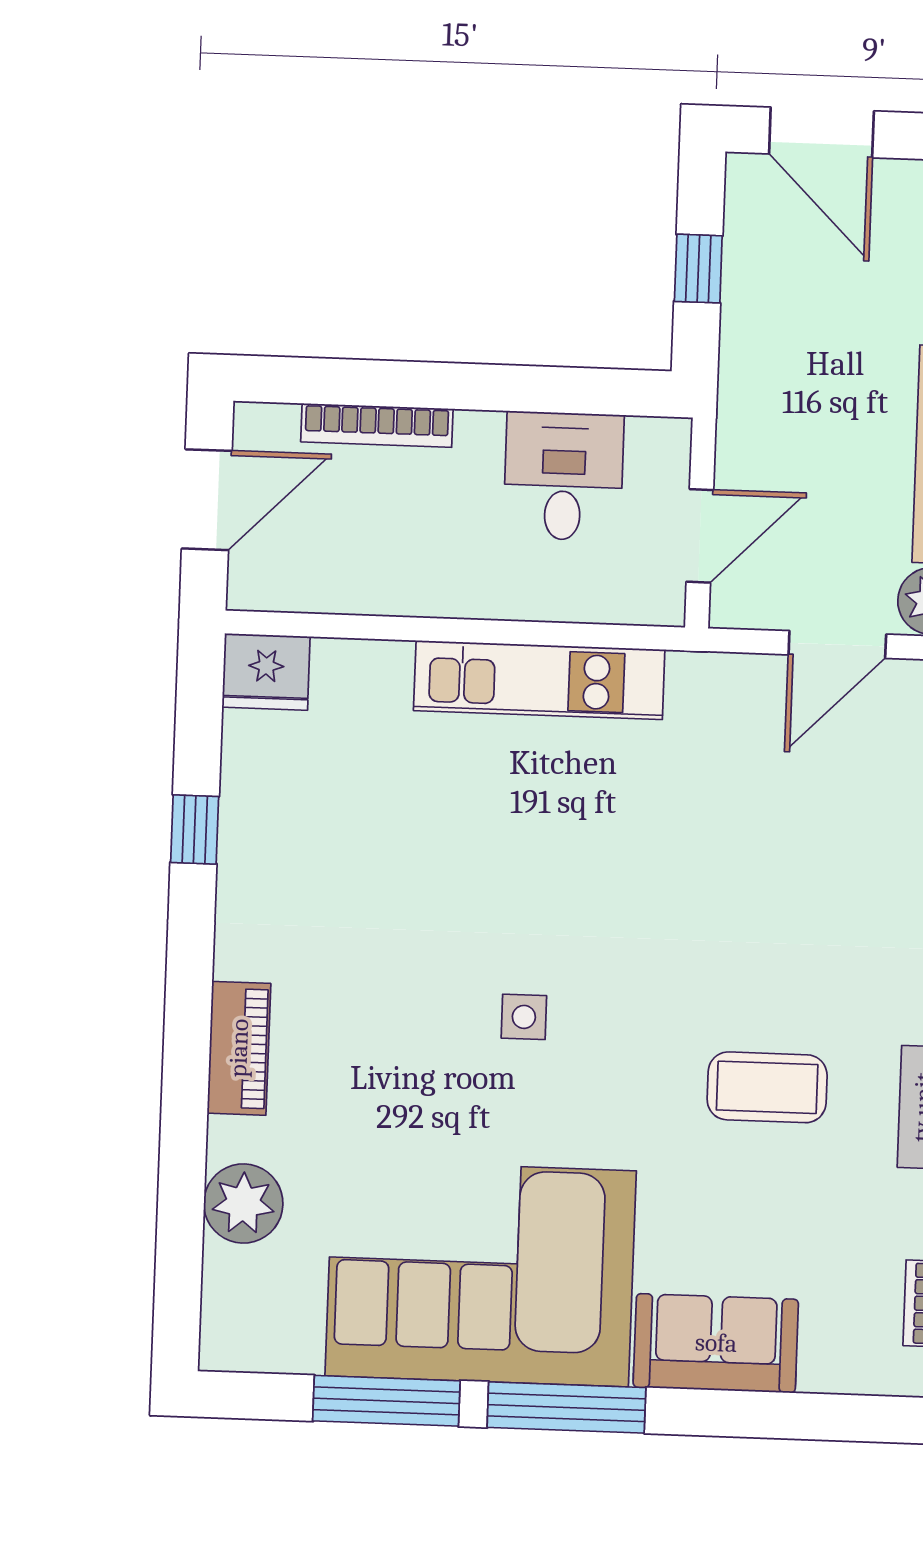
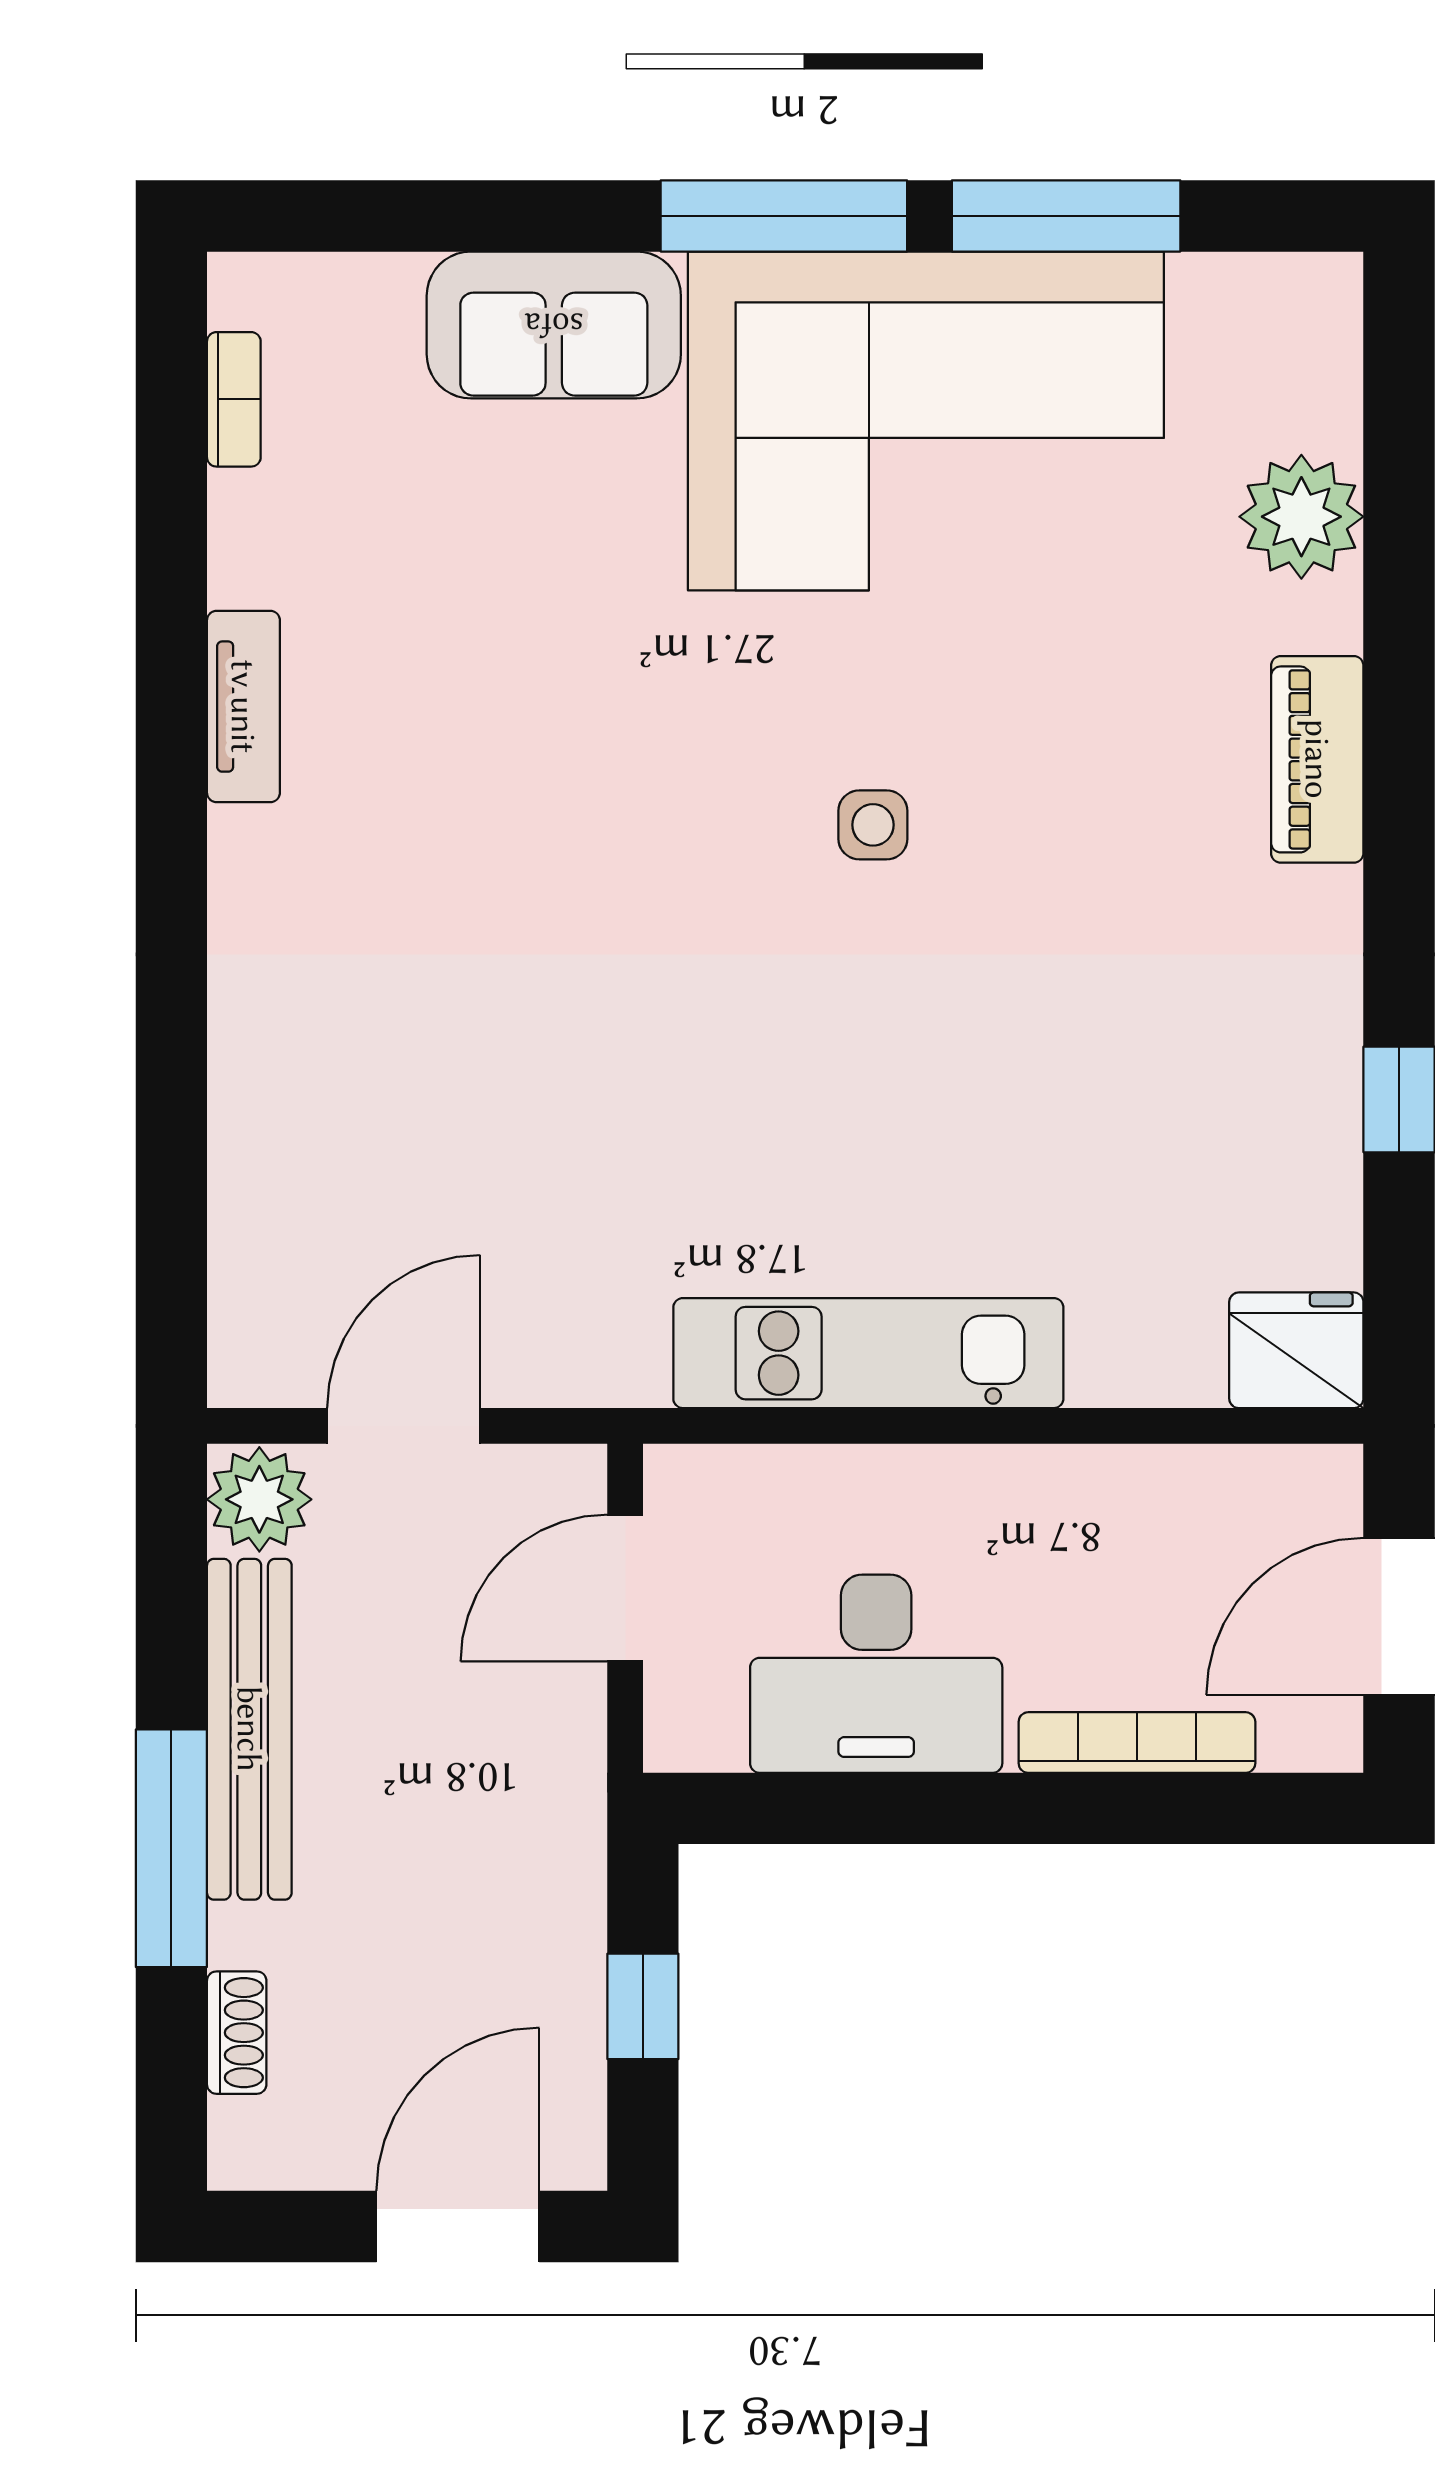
door: (821, 132) -> (458, 2227), hinge flipped
desk: (564, 476) -> (876, 1674), width x1.37
coffee table: (767, 1087) -> (488, 729), removed

